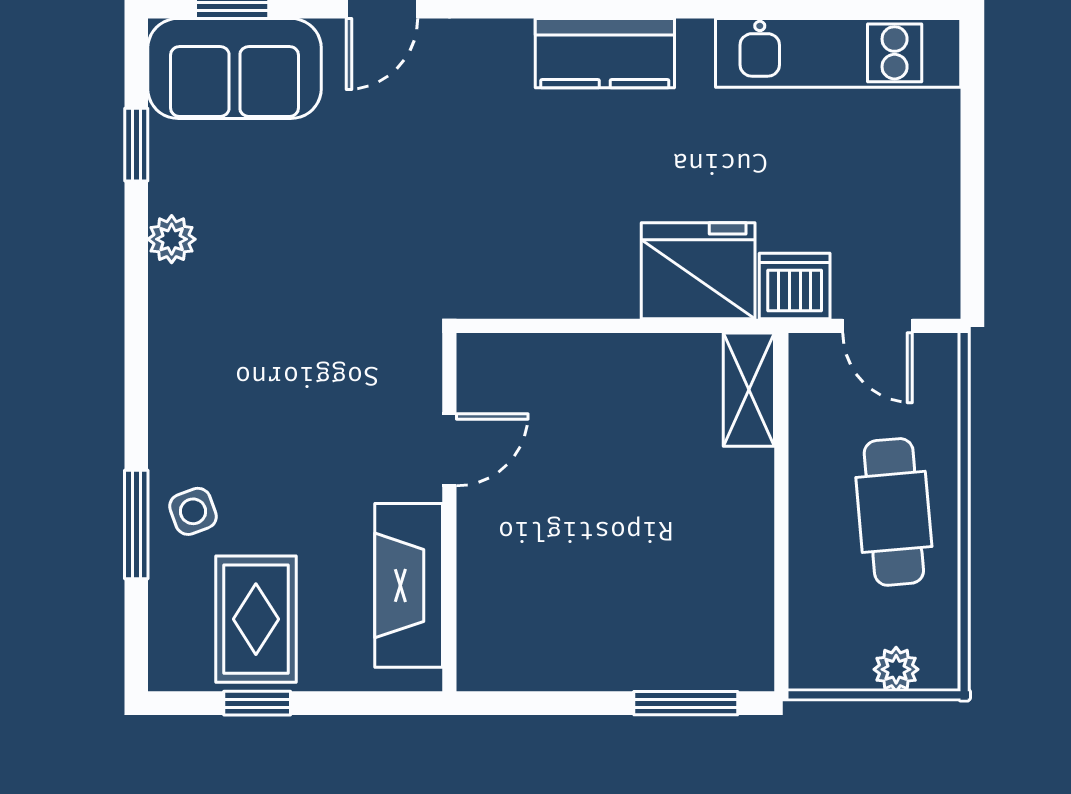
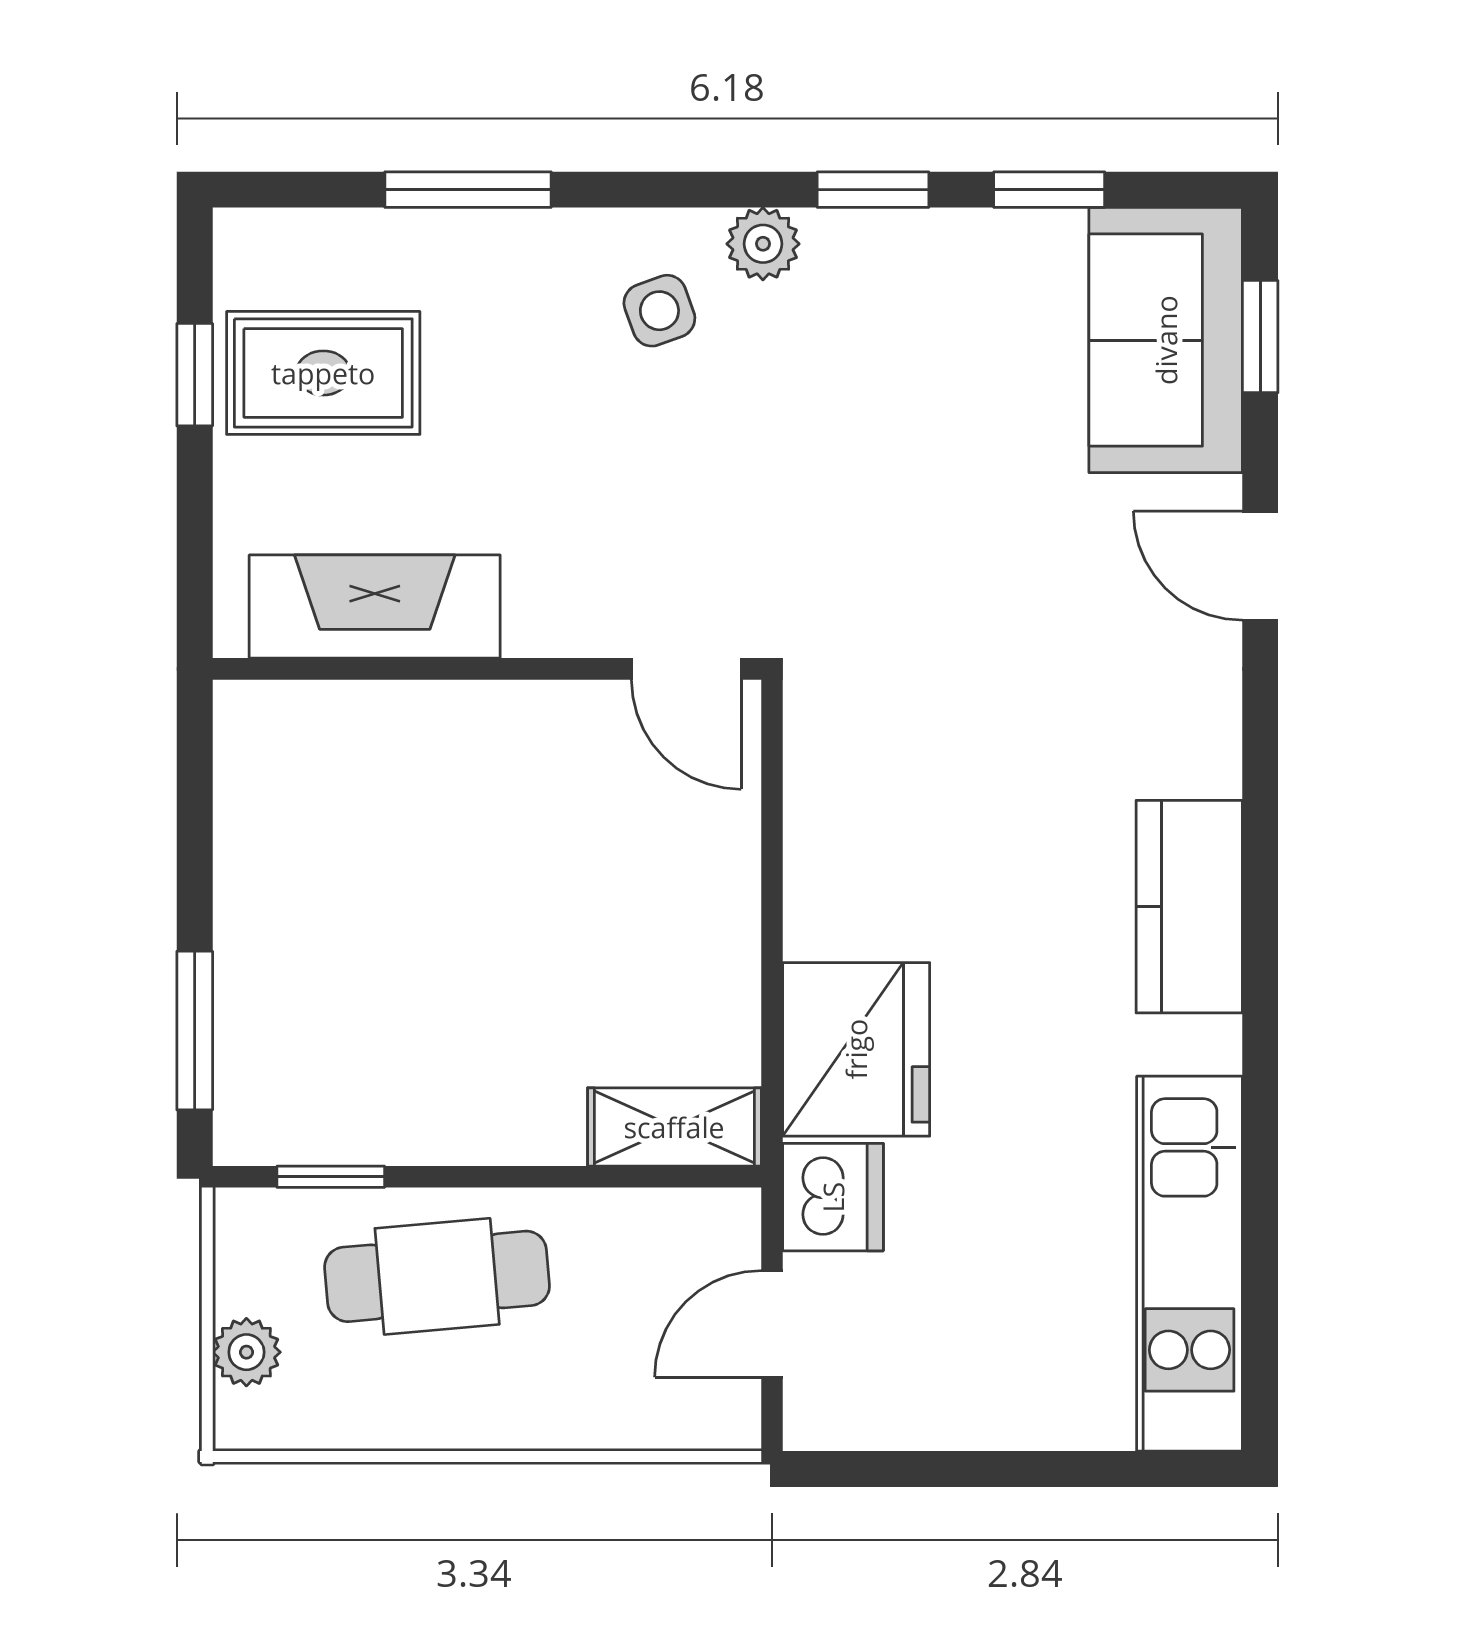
plant: (172, 239) -> (763, 244), moved
window: (136, 260) -> (873, 190), added
door: (449, 450) -> (686, 669), moved
side table: (193, 511) -> (659, 311), moved
cafe table: (894, 512) -> (437, 1276), moved
window: (781, 614) -> (331, 1177), added

